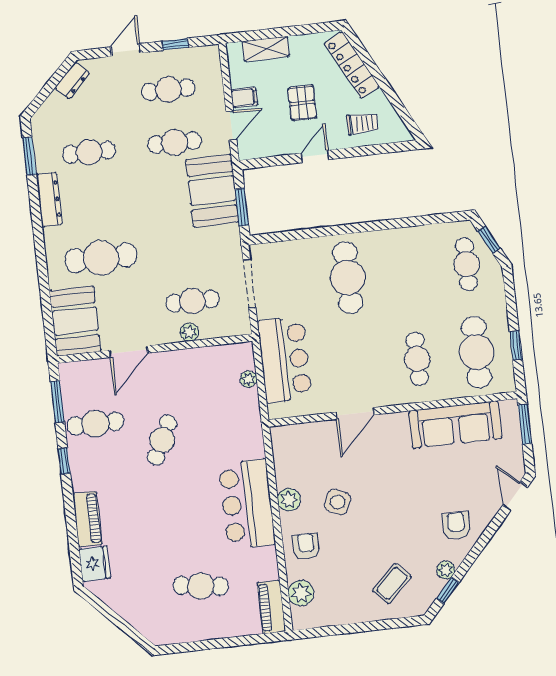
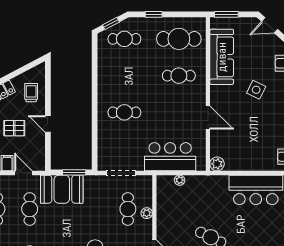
cafe table: (348, 278) -> (124, 112), width x0.73, depth x0.74
window: (516, 345) -> (154, 14), moved
plant: (289, 500) -> (217, 164), moved
side table: (338, 502) -> (256, 90), moved

